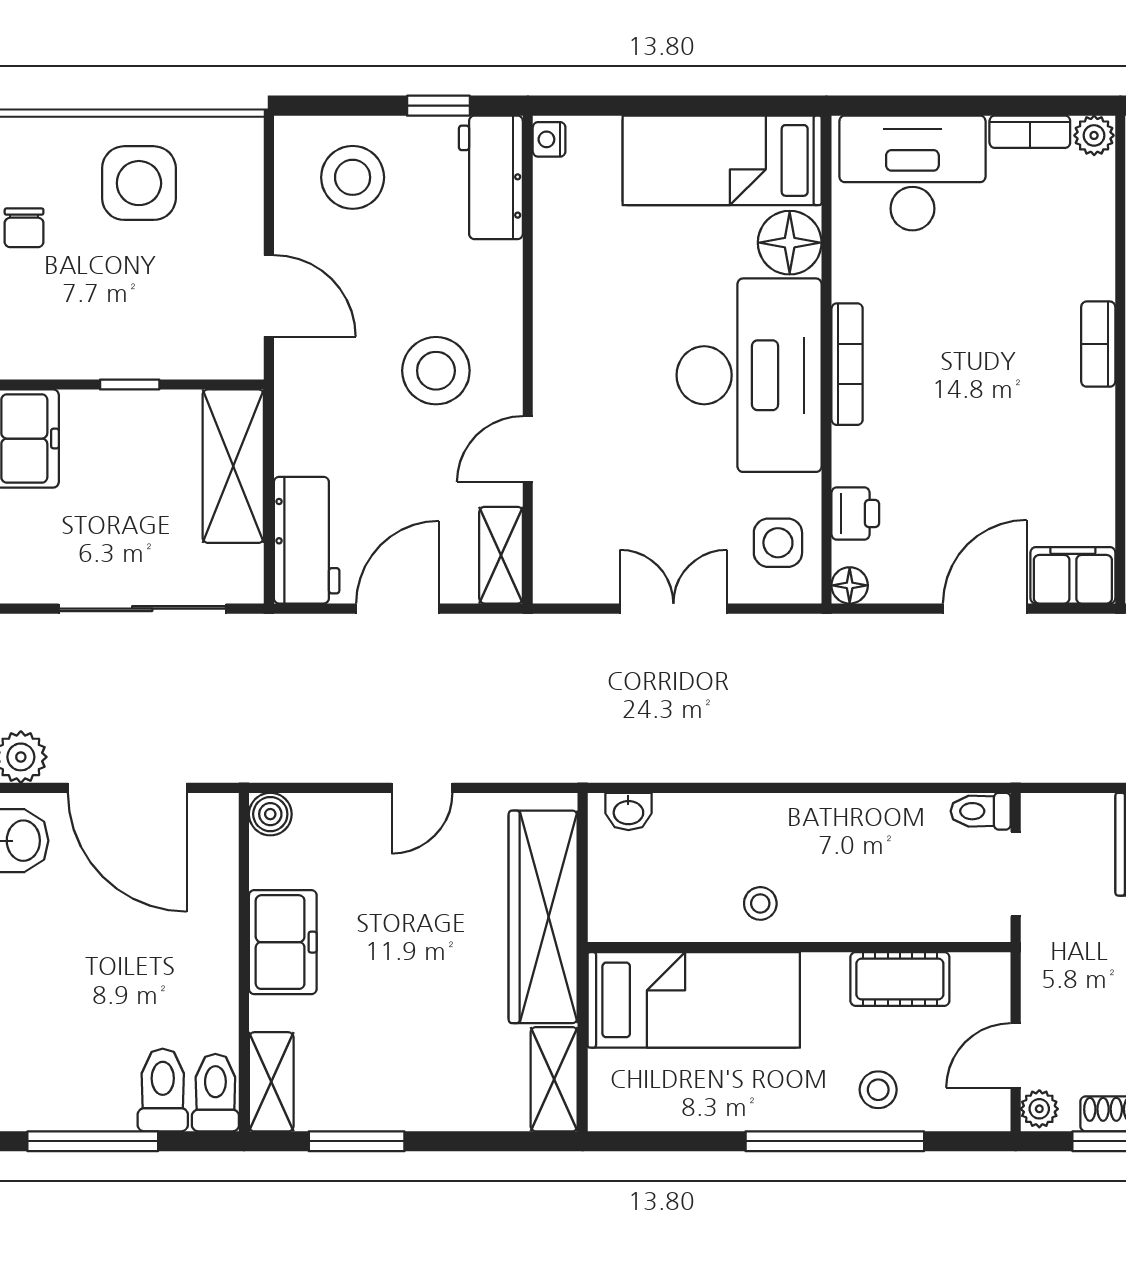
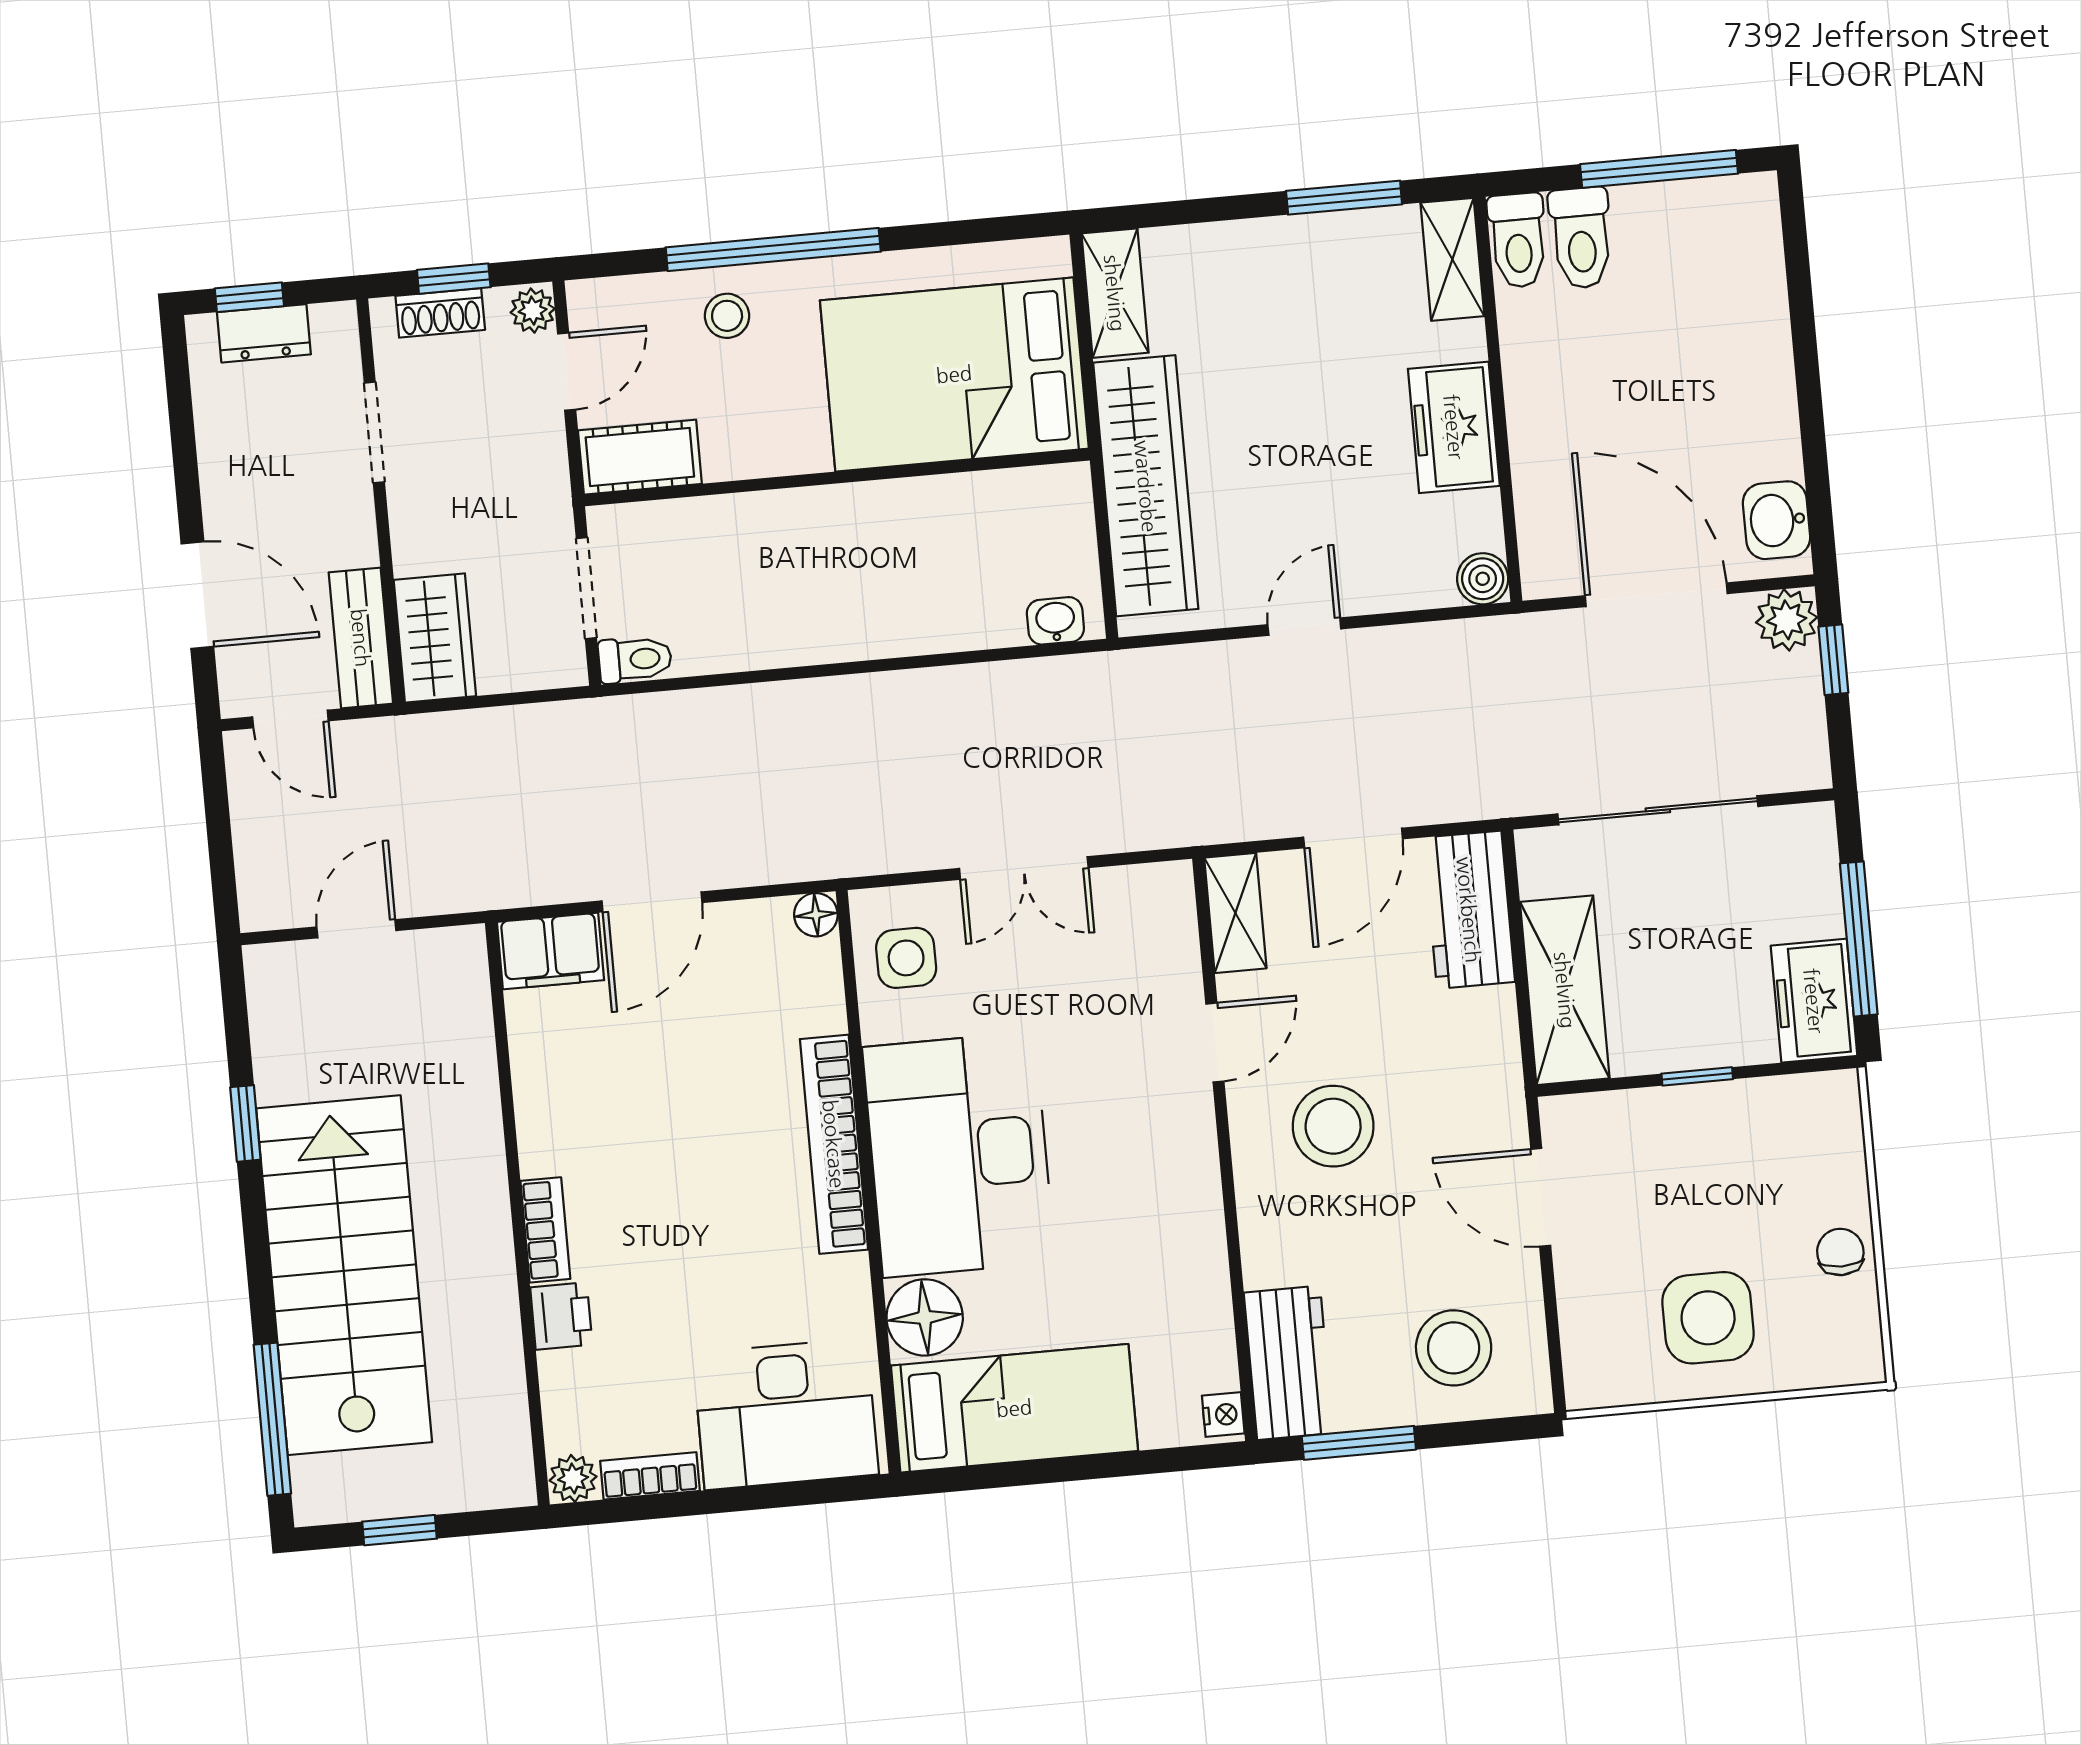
window: (438, 106) -> (1359, 1443), width x1.50
bookcase: (847, 364) -> (834, 1144), width x1.48, depth x1.31
printer: (855, 514) -> (561, 1316), moved, turned 180
stool: (760, 903) -> (888, 525), removed
cot: (900, 979) -> (640, 457), moved
bed: (694, 1000) -> (954, 374), width x1.50

